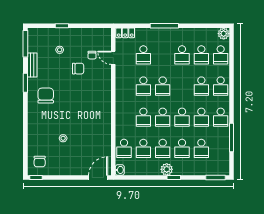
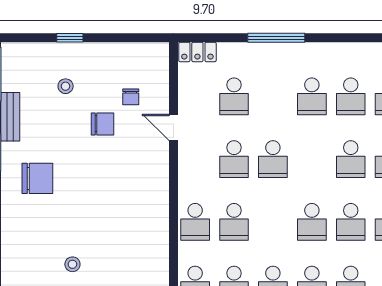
door: (113, 58) -> (173, 127), moved
chair: (46, 96) -> (37, 178), turned 90
school desk: (163, 117) -> (195, 222), moved

